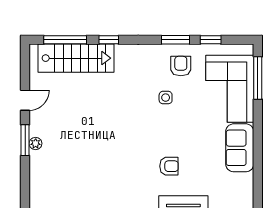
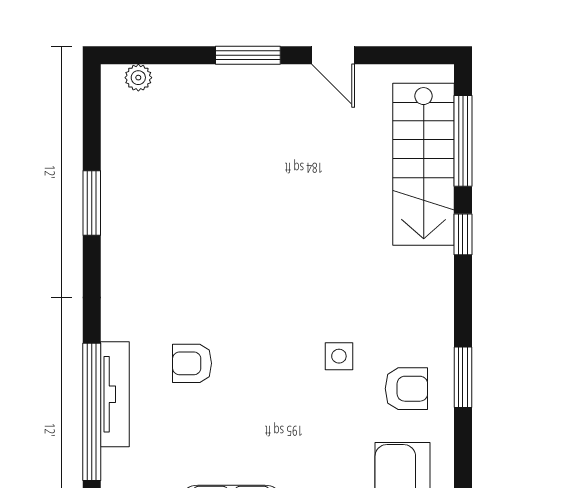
window: (211, 40) -> (463, 453), removed
plant: (36, 143) -> (138, 78), moved
armchair: (169, 166) -> (192, 363), turned 90

